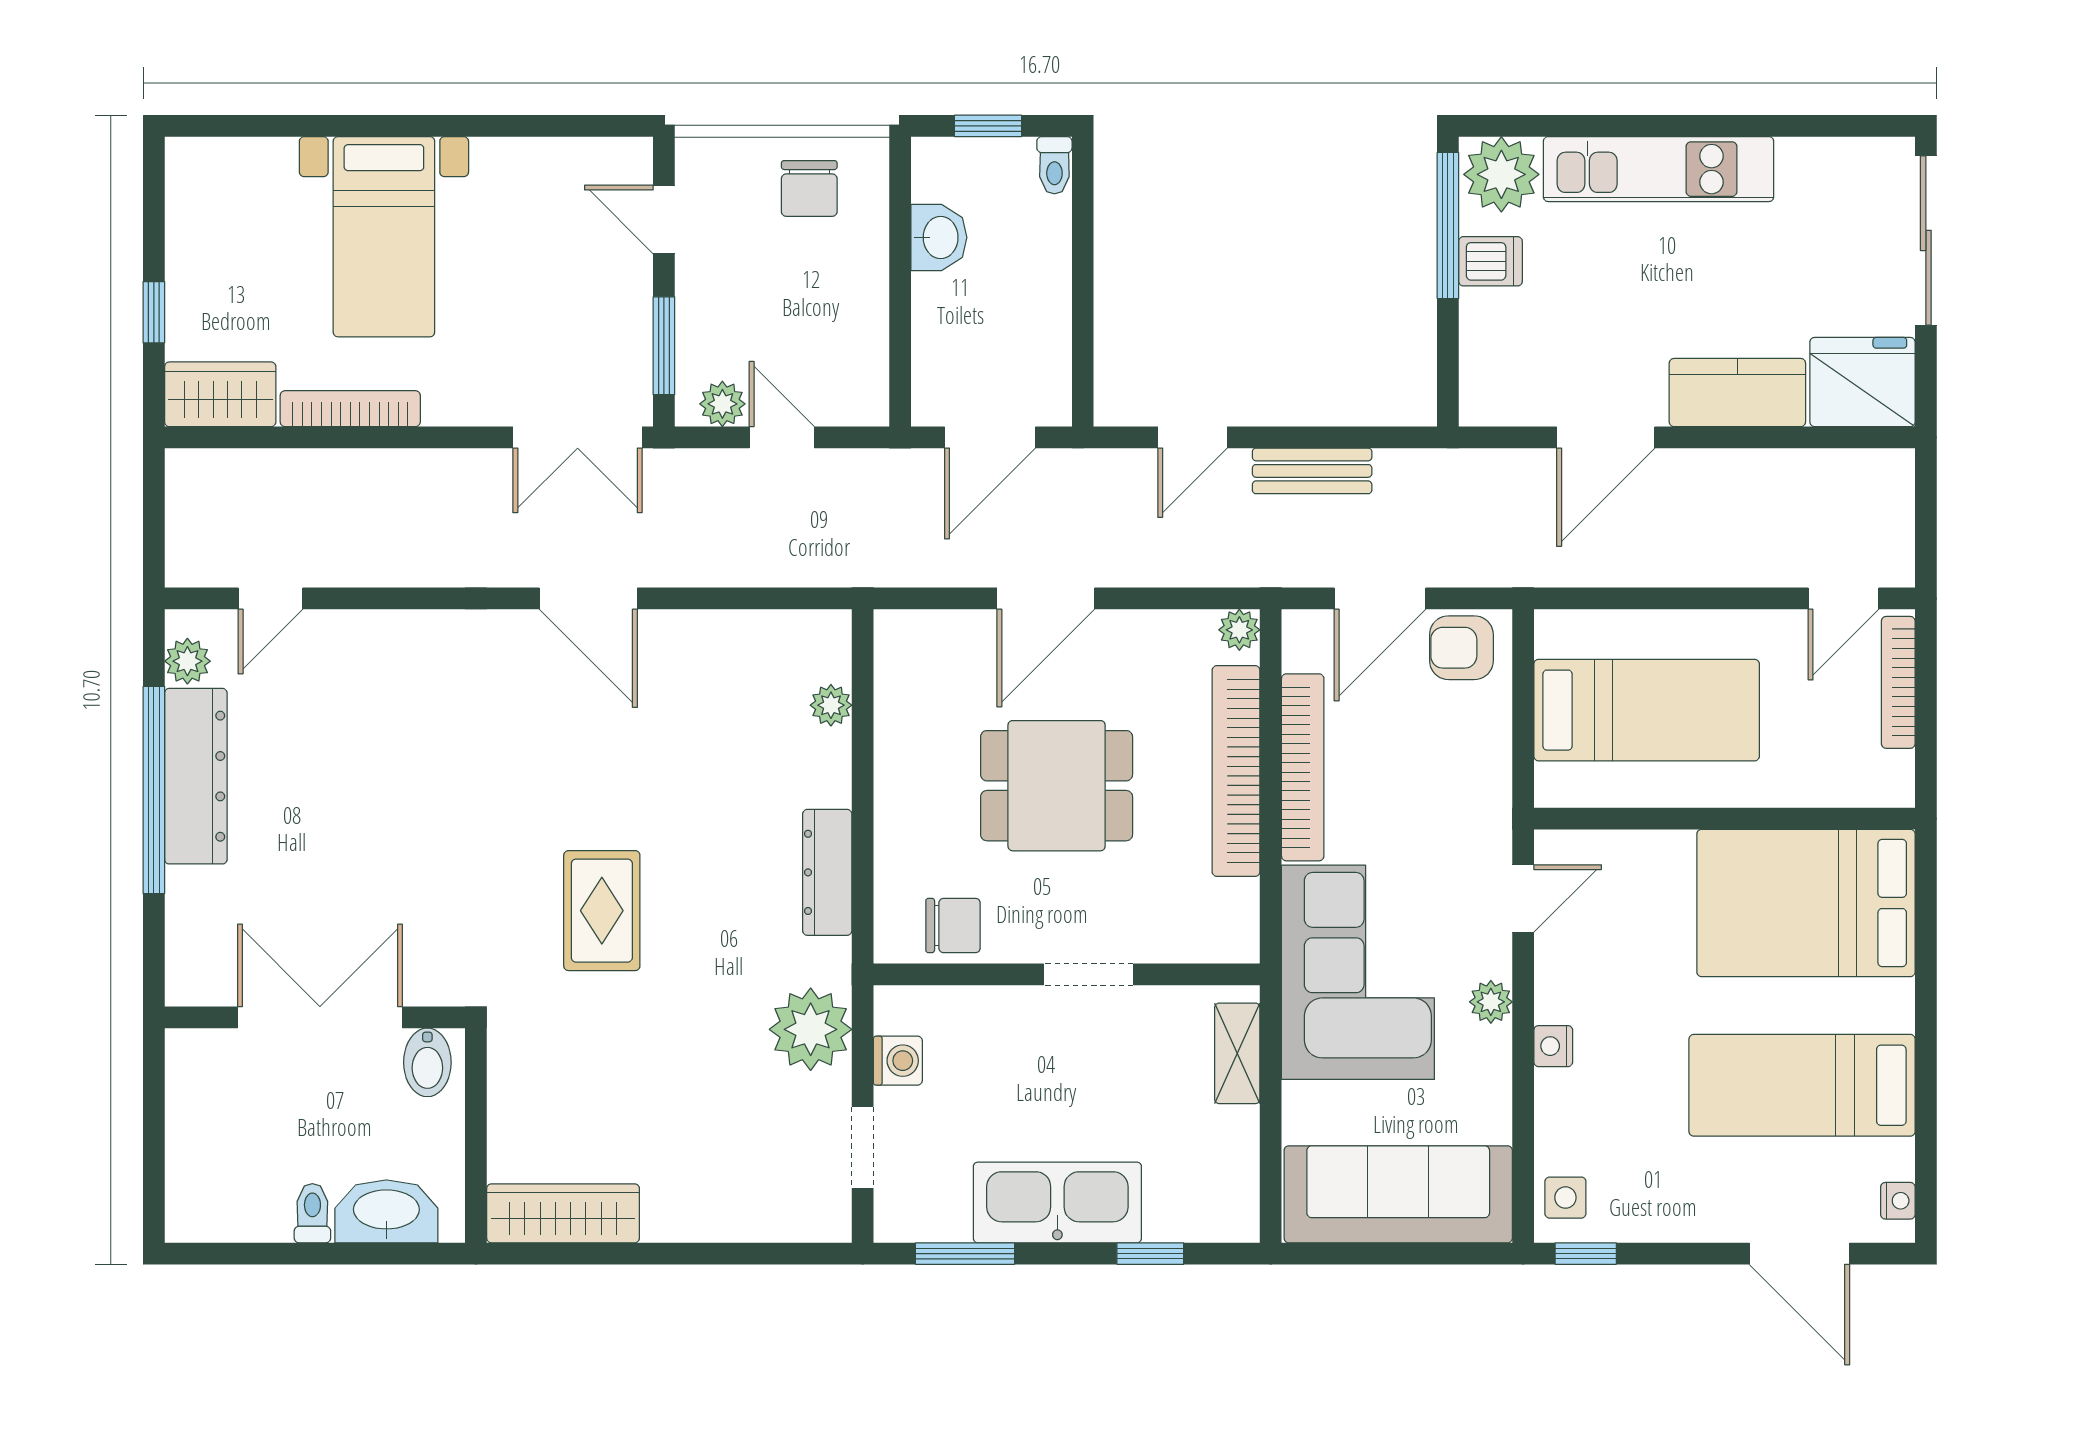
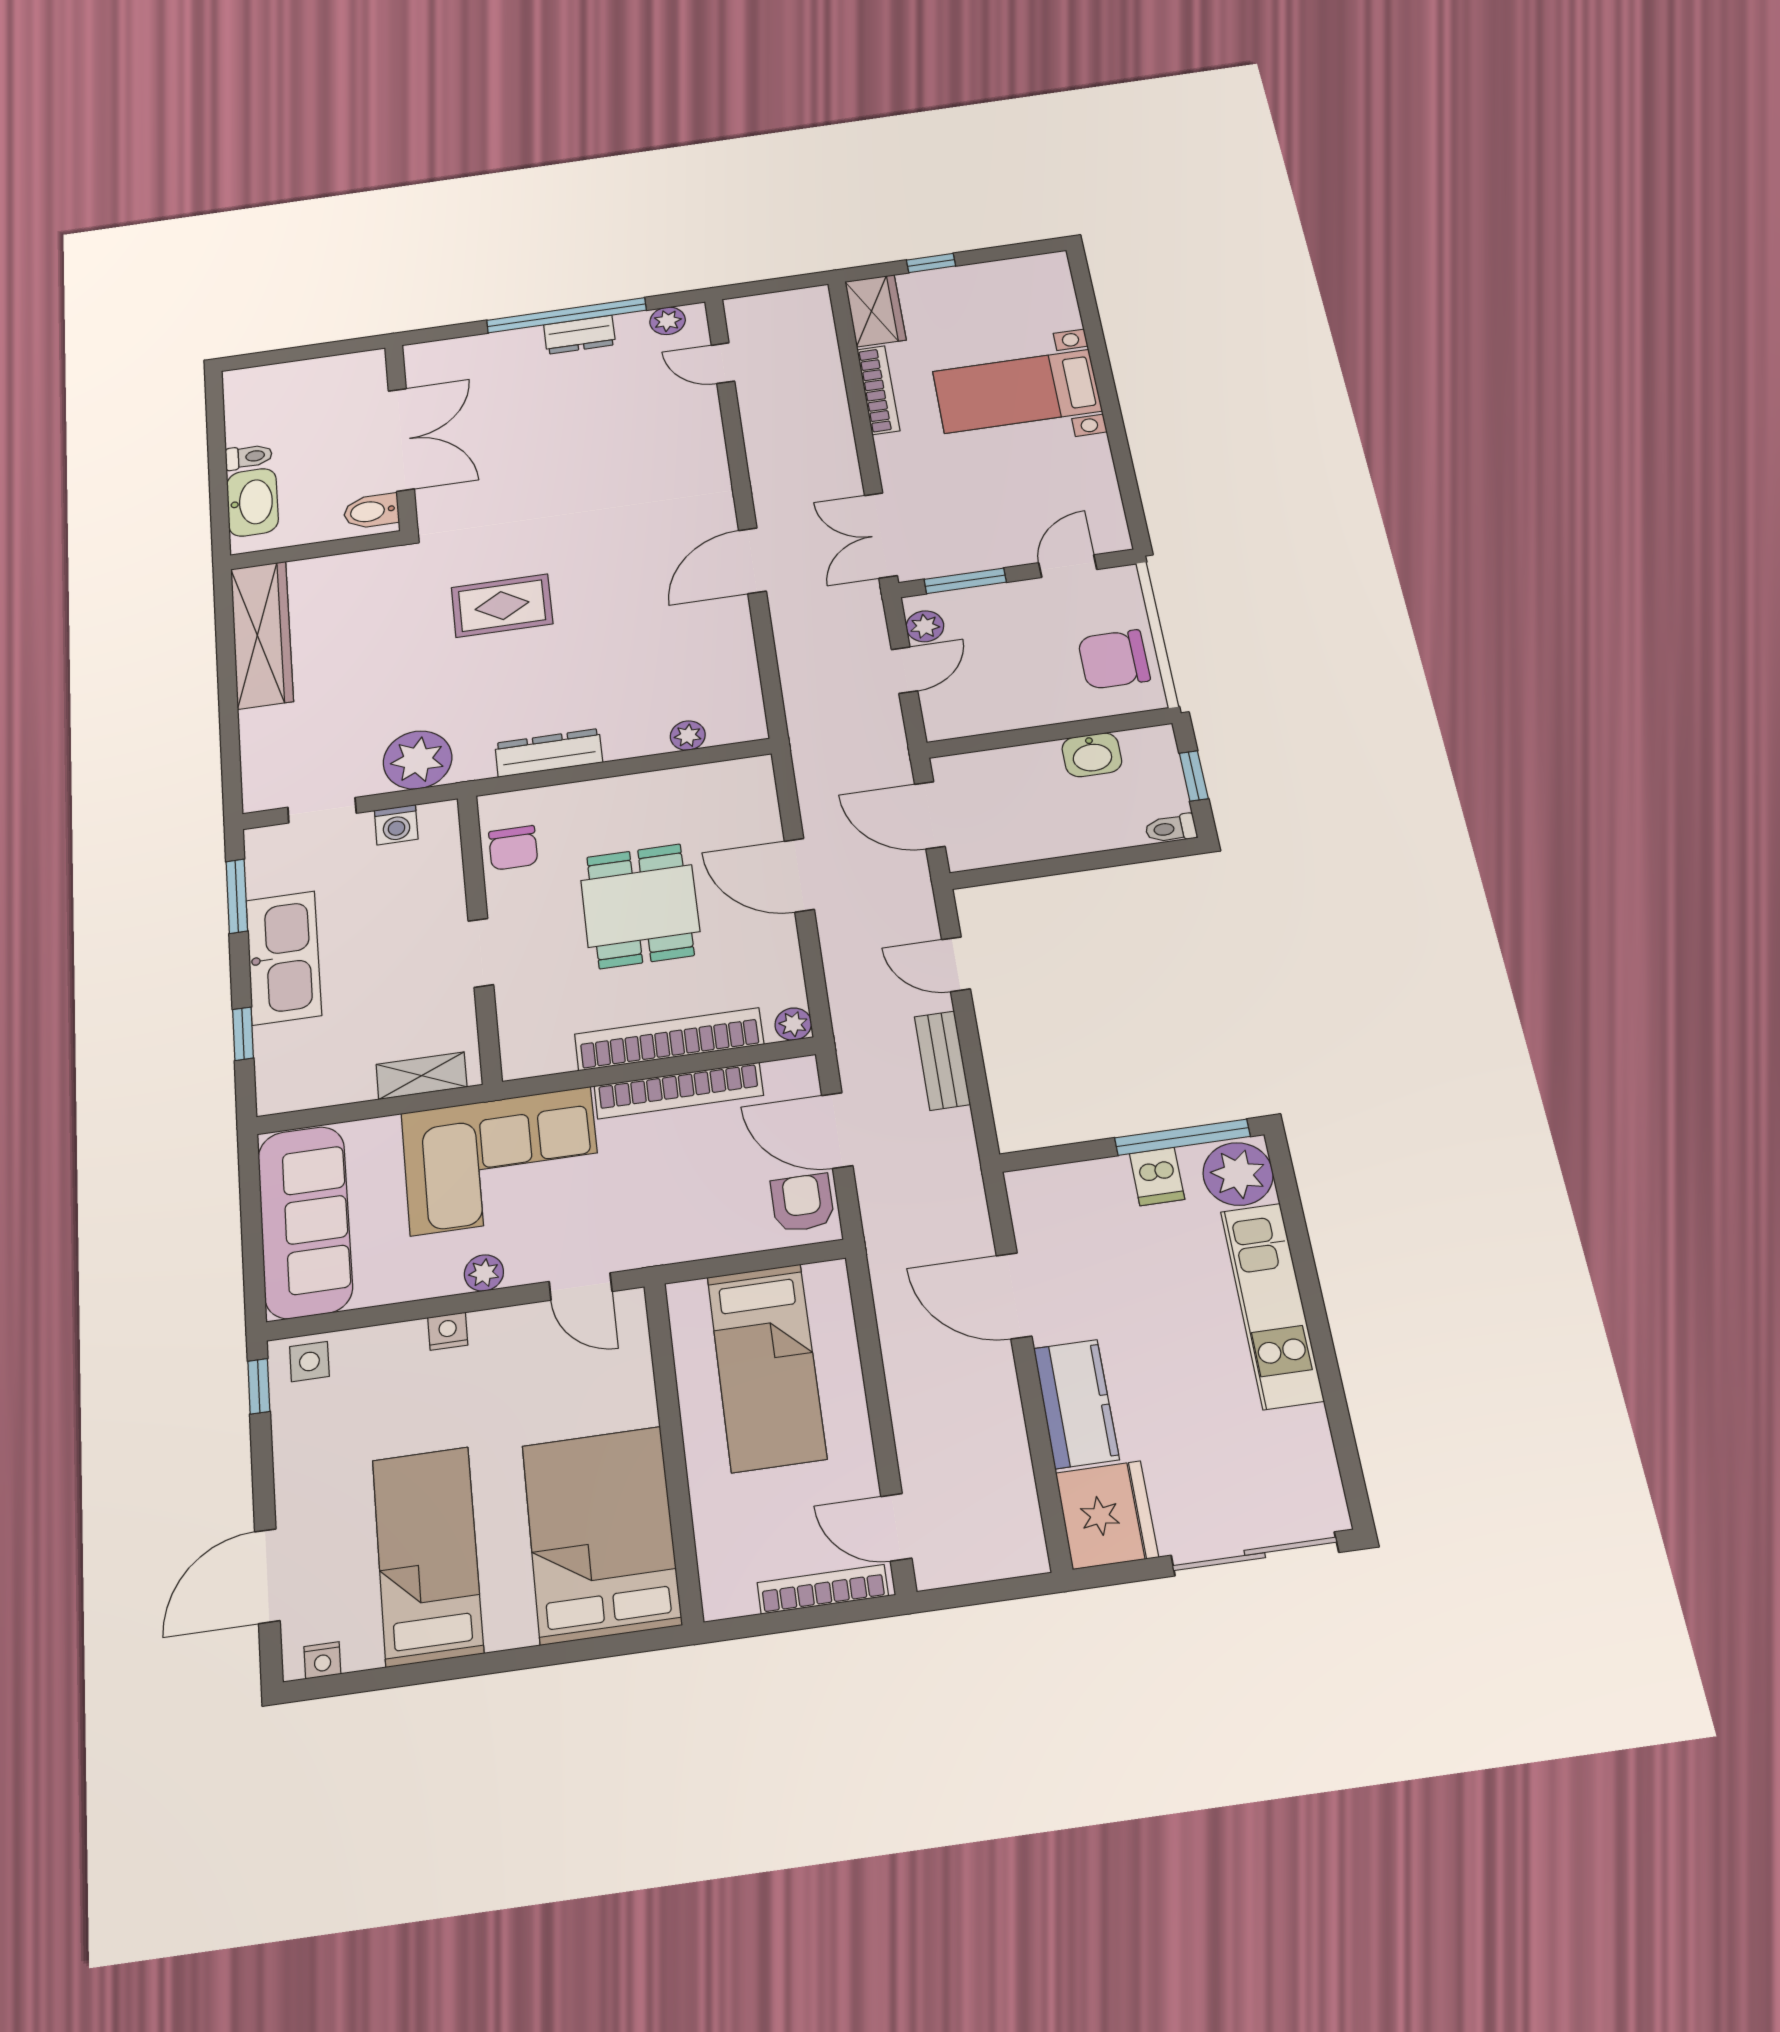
chair: (809, 188) -> (1114, 659), width x1.37, depth x1.37
dresser: (196, 776) -> (580, 335), width x0.51, depth x0.80
wardrobe: (563, 1213) -> (262, 635), width x1.40, depth x1.17

